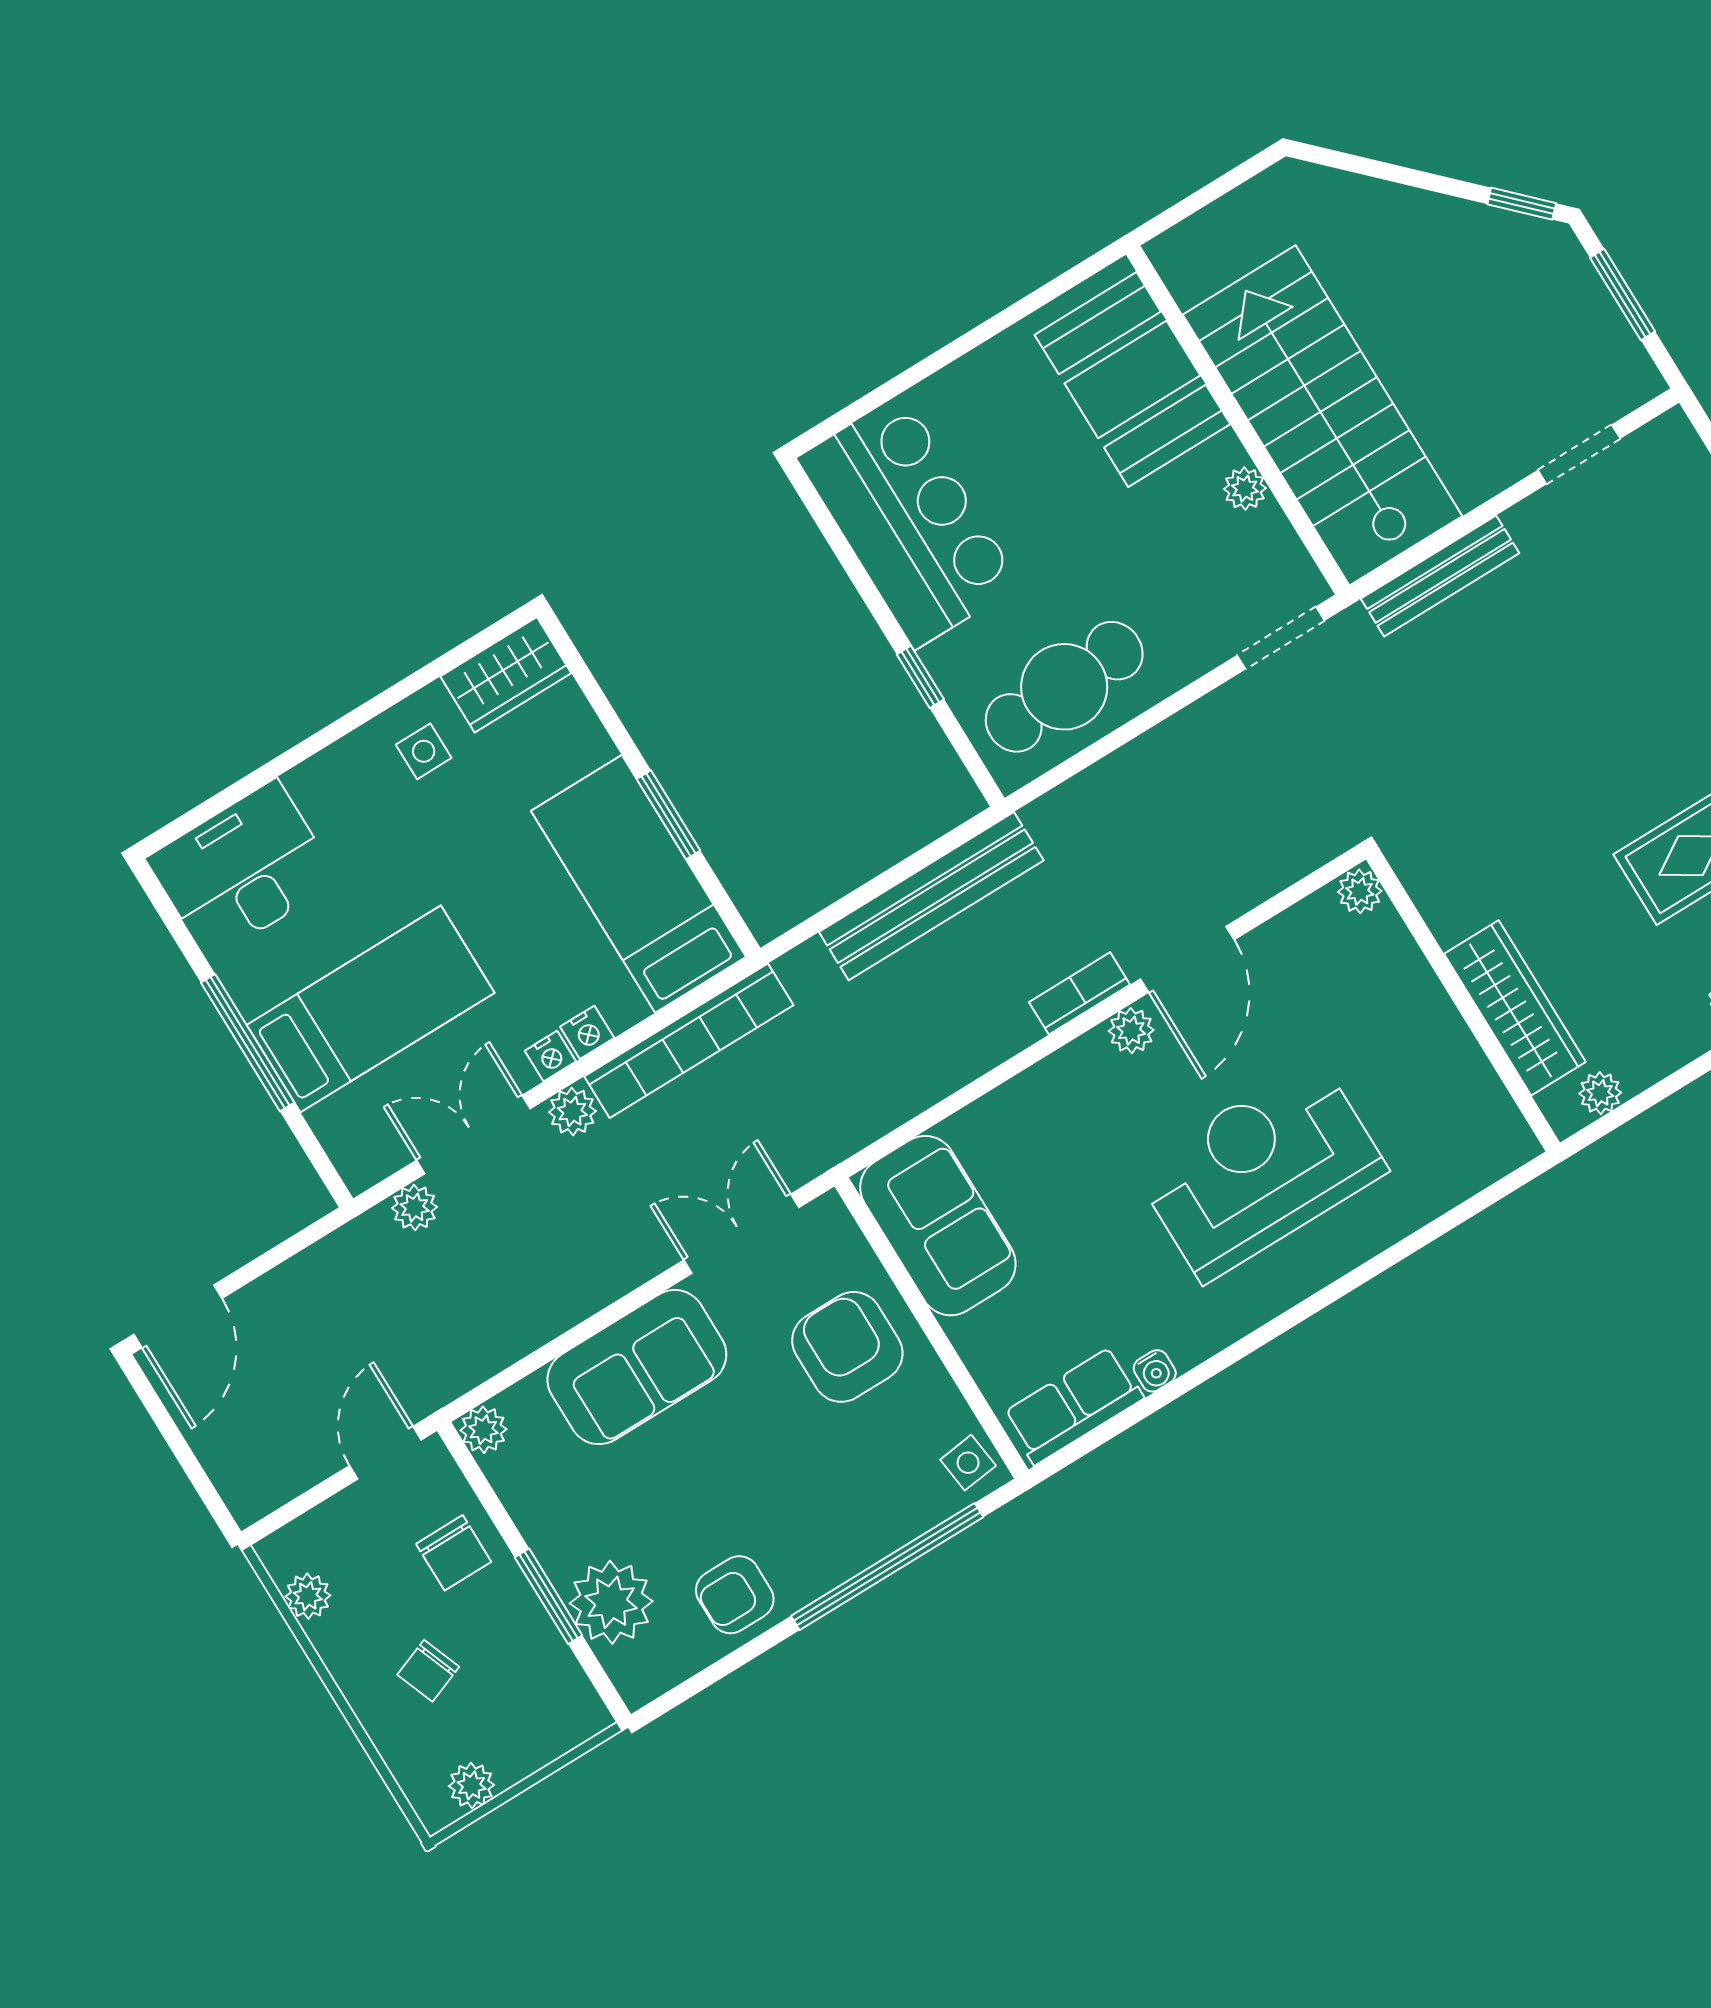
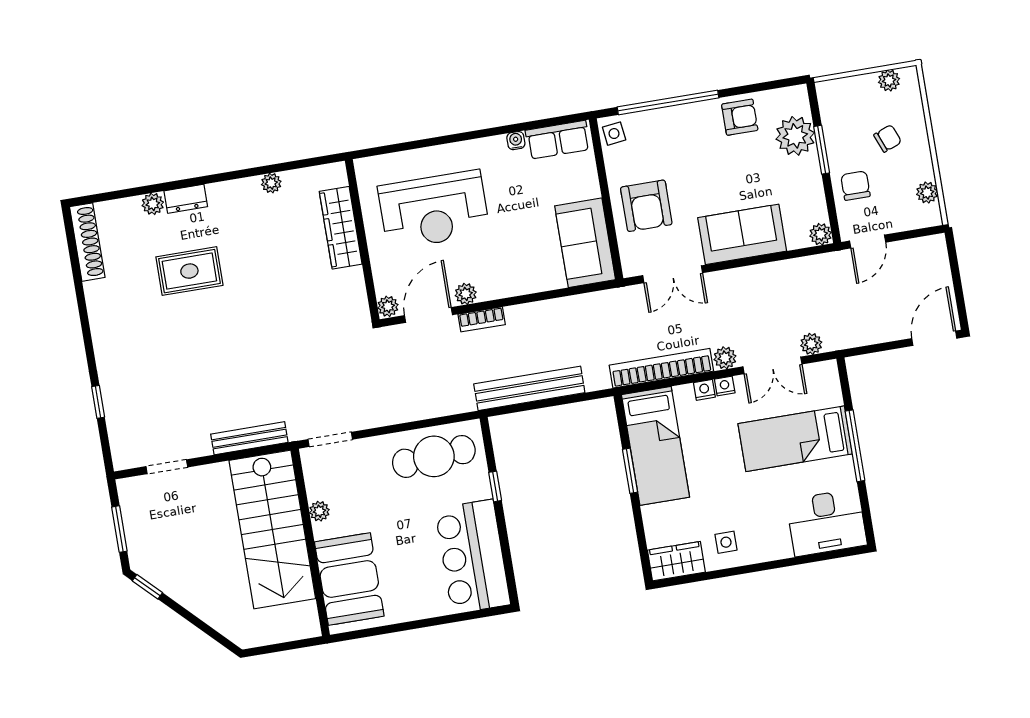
plant: (1360, 891) -> (388, 306), moved
wall: (1463, 1001) -> (362, 240), moved
wardrobe: (1515, 1008) -> (341, 228), moved

